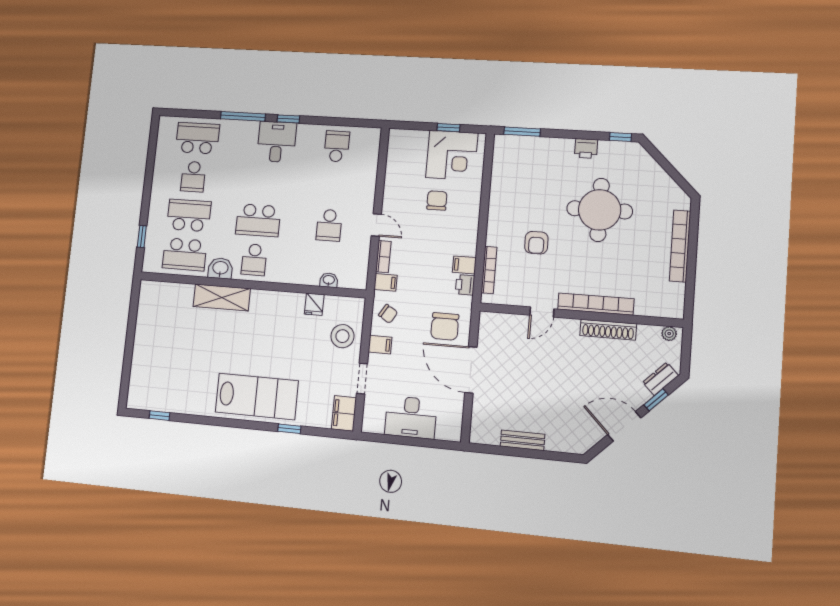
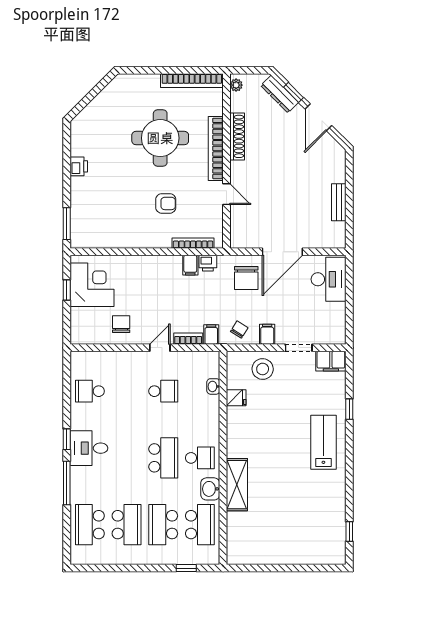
window: (620, 137) -> (67, 137), removed
school desk: (193, 177) -> (127, 525), width x1.85
chair: (437, 200) -> (121, 324), moved, turned 90
round table: (600, 210) -> (160, 138), moved
bookcase: (680, 246) -> (192, 81), moved
chair: (445, 326) -> (246, 278), turned 90
dresser: (660, 379) -> (280, 94), width x1.44
lab bench: (257, 396) -> (323, 442), width x0.73, depth x0.72
desk: (411, 417) -> (329, 279), moved

